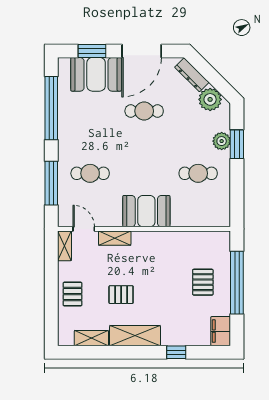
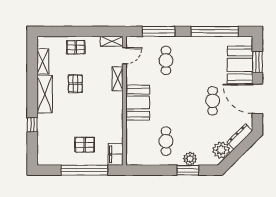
filing cabinet: (221, 331) -> (116, 154), moved, turned -90

